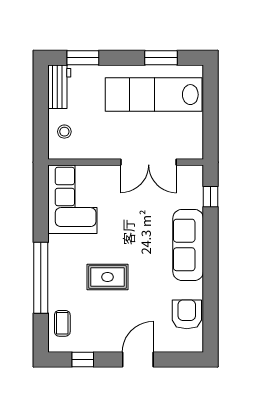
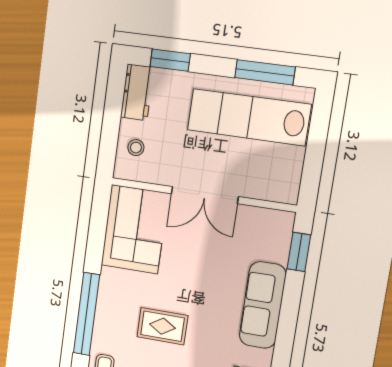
window: (161, 58) -> (265, 72), width x1.44
double door: (149, 162) -> (205, 195), moved
window: (210, 197) -> (299, 252), width x1.50

